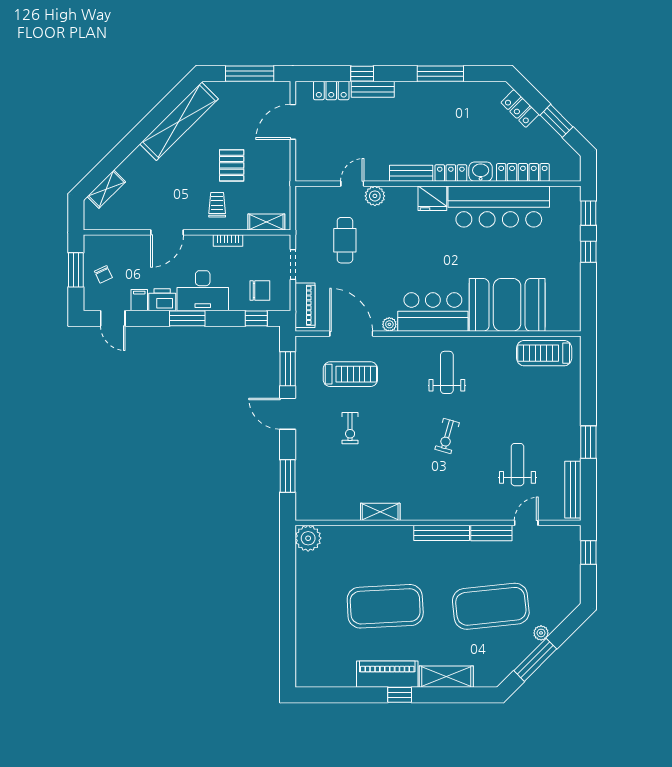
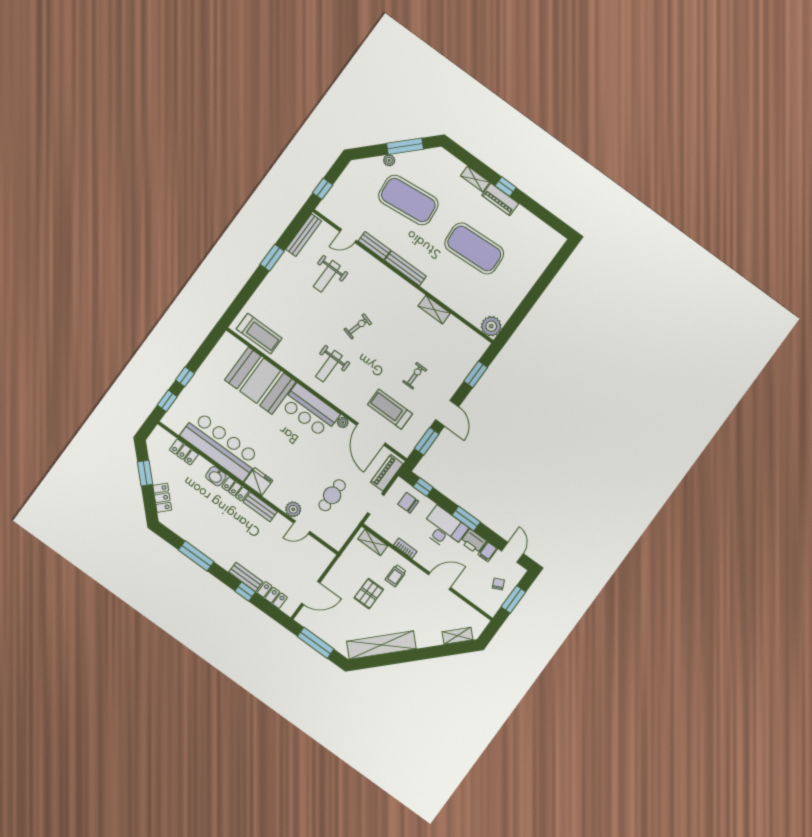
locker: (523, 172) -> (184, 452), width x0.66
piano: (387, 674) -> (500, 199), width x0.73, depth x0.75
shelving: (446, 677) -> (475, 179), width x0.67, depth x0.75

